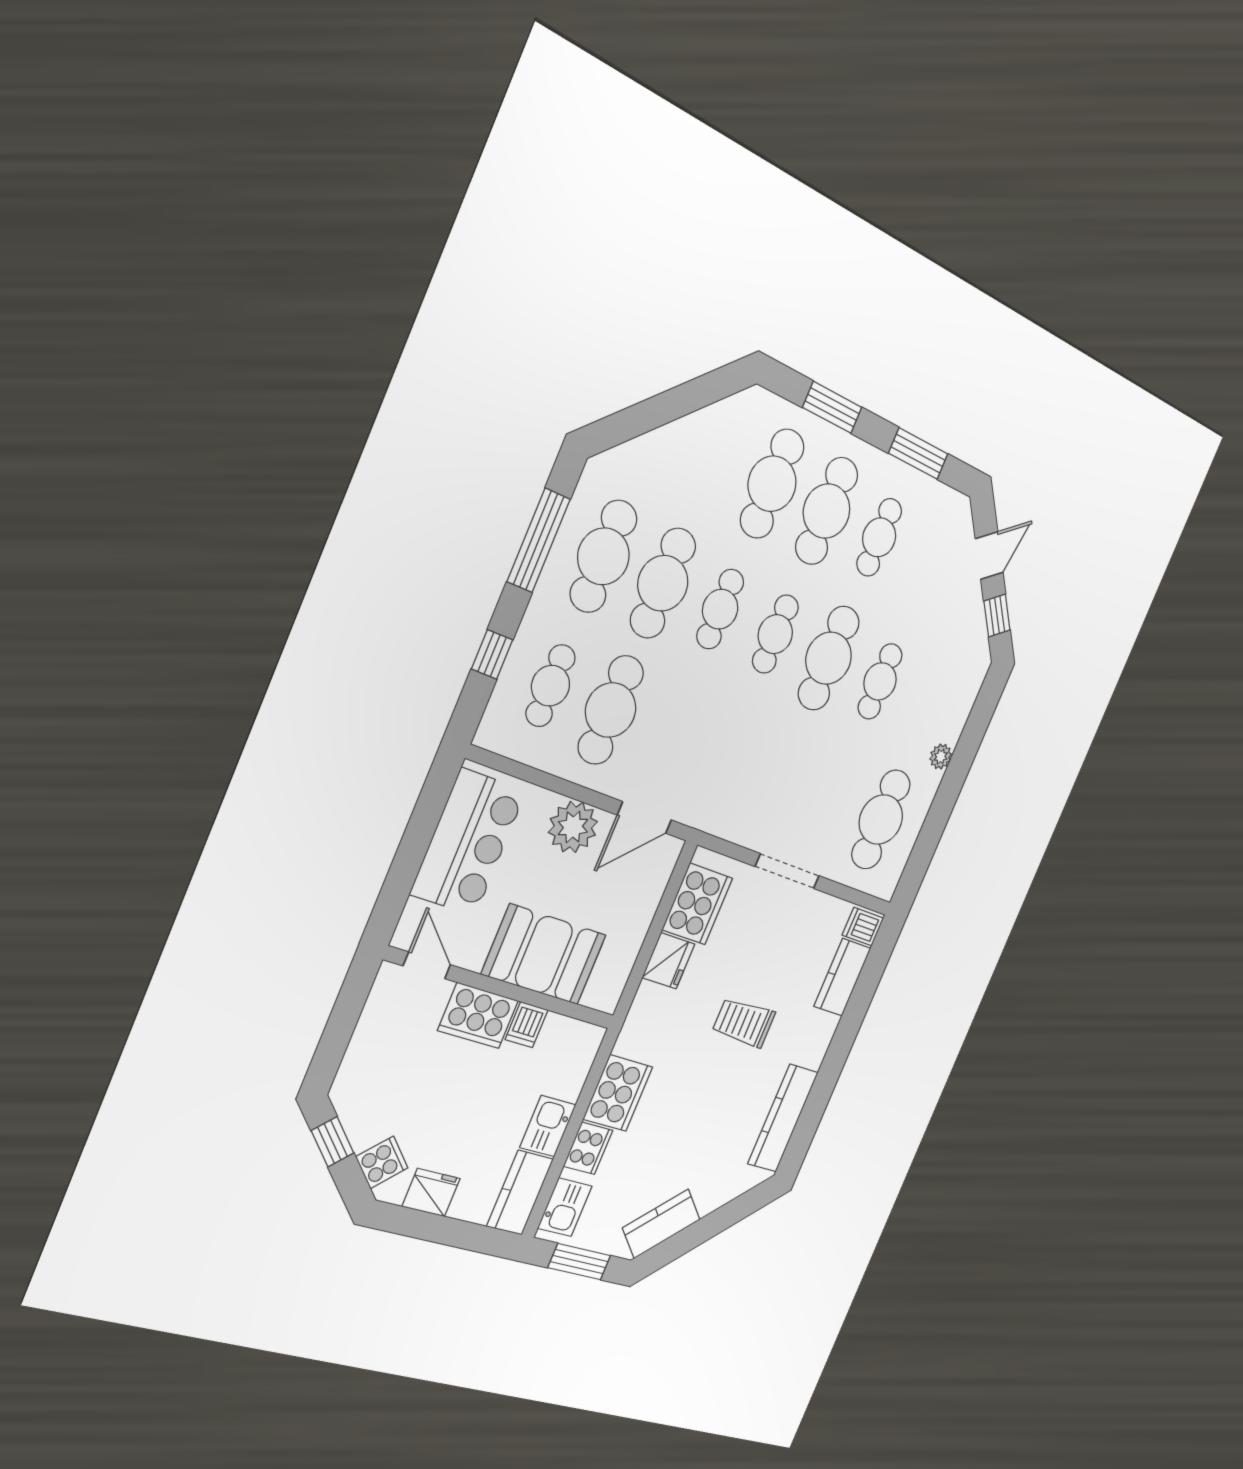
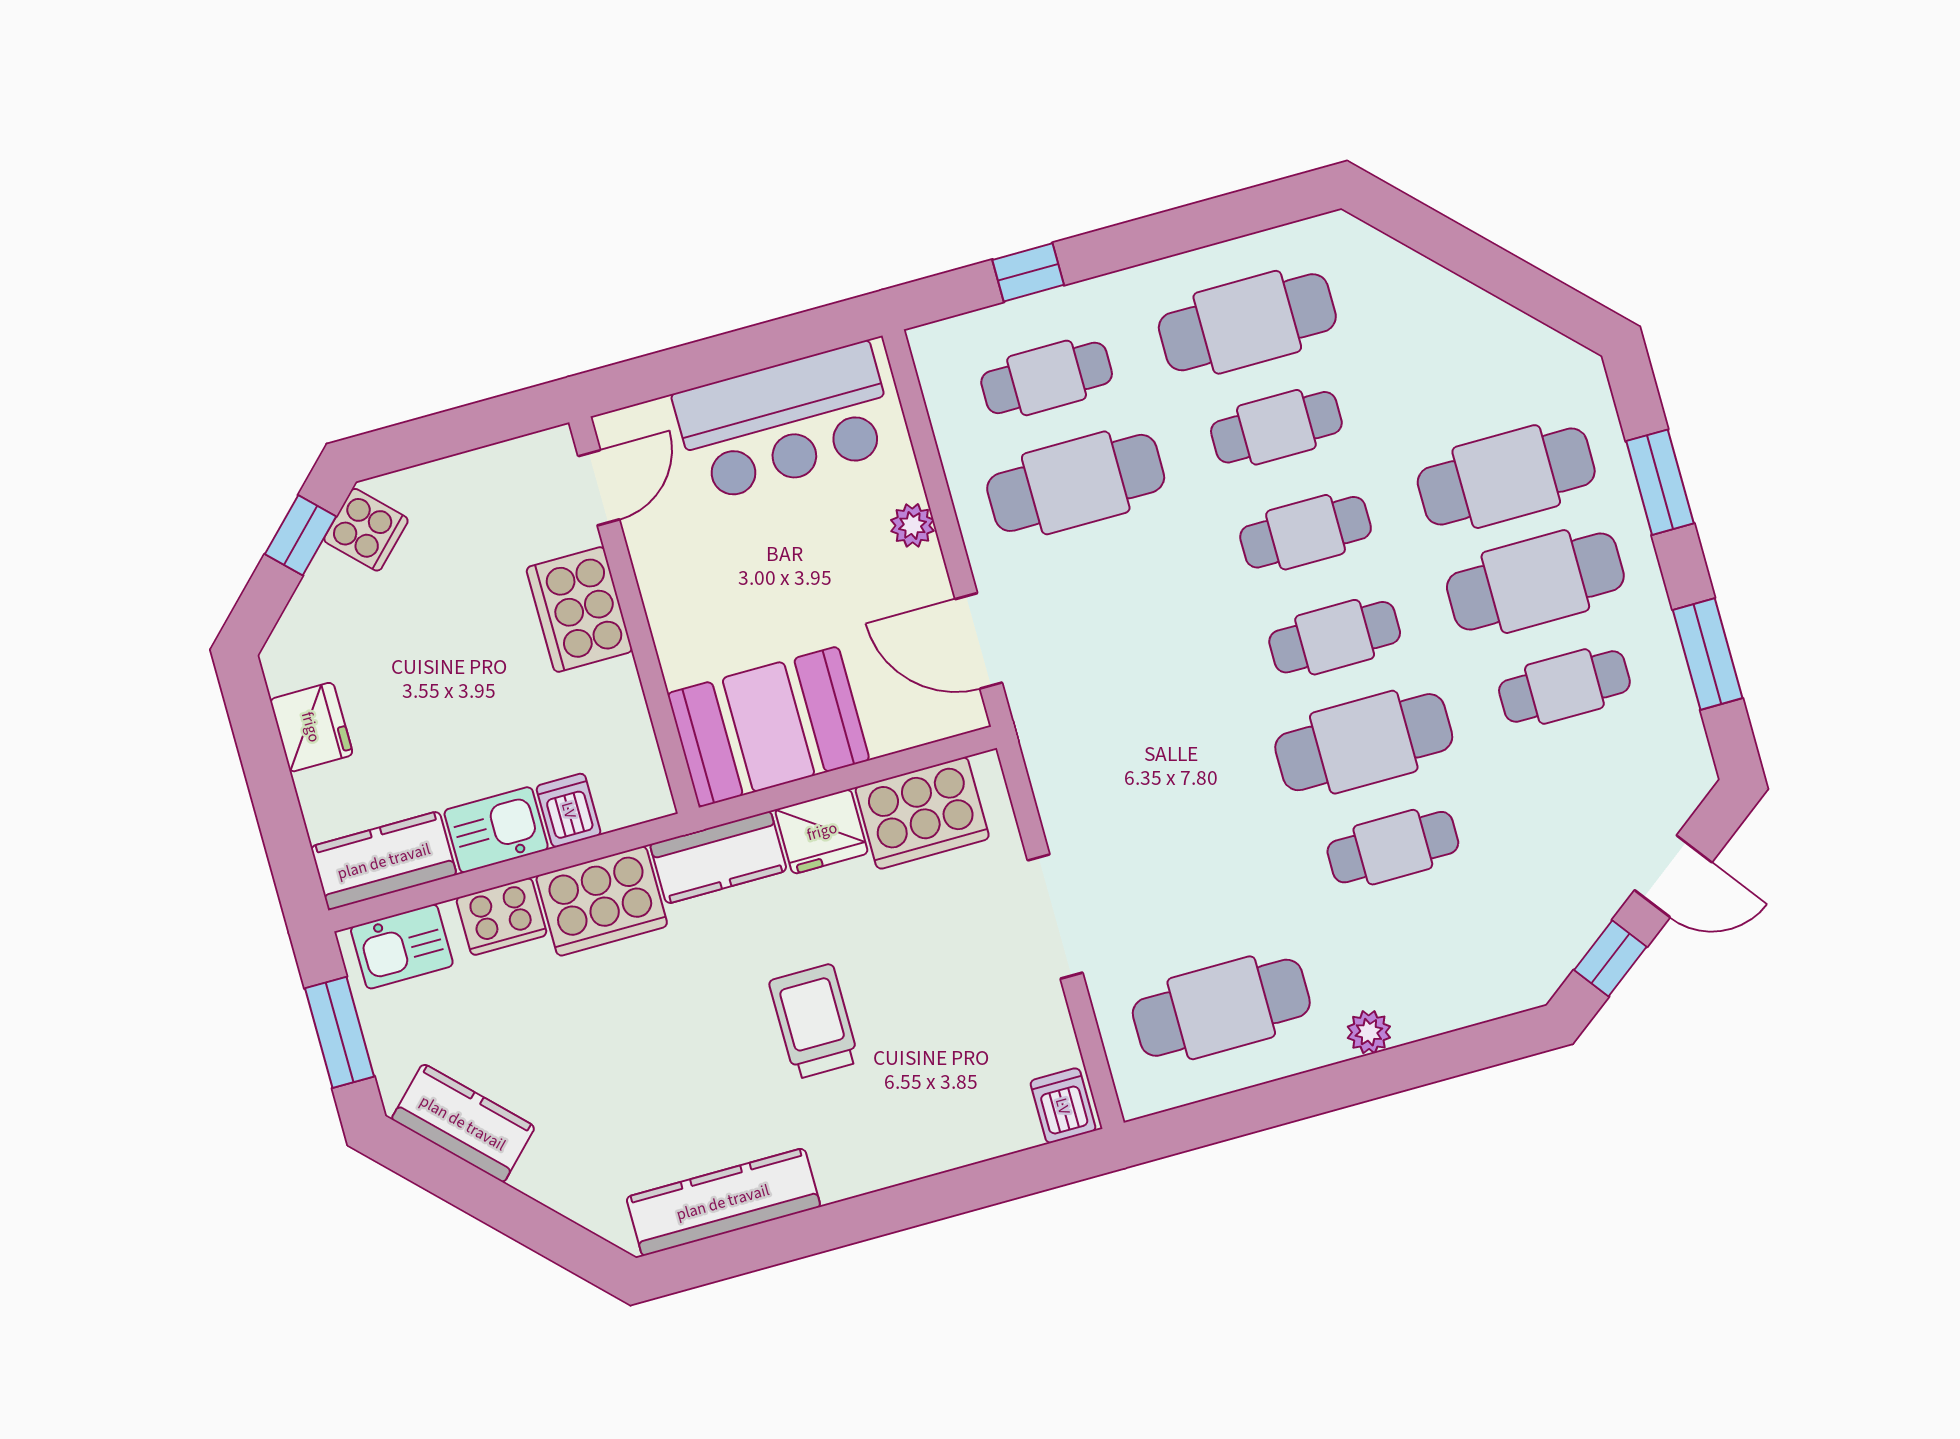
window: (539, 540) -> (1202, 224), removed
cafe table: (663, 583) -> (1276, 427), width x0.73, depth x0.74
plant: (573, 827) -> (912, 525), width x0.53, depth x0.53
booth: (544, 955) -> (768, 727), moved, turned 90
kitchen counter: (842, 977) -> (718, 857), moved, turned 180
dishwasher: (527, 1025) -> (569, 810), moved, turned 90
cooker: (382, 1162) -> (366, 530), moved

